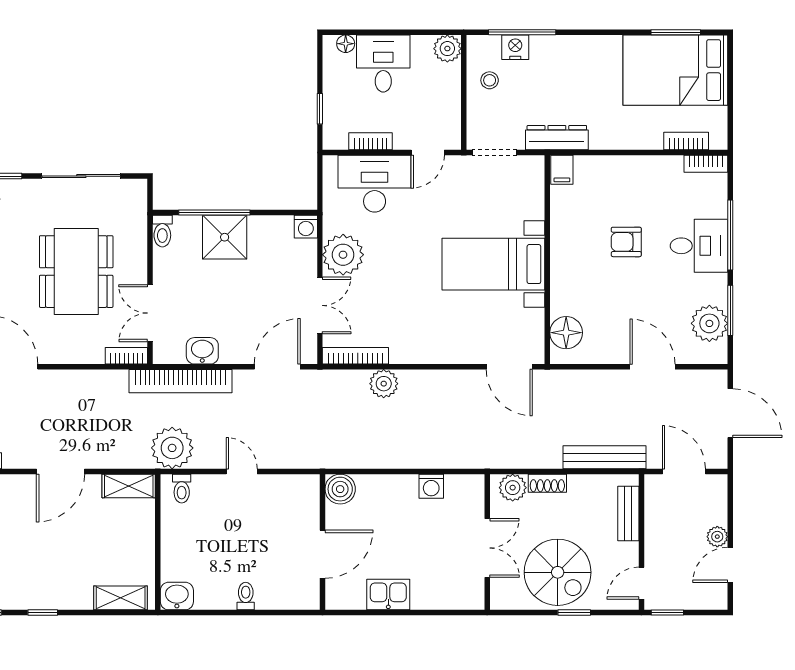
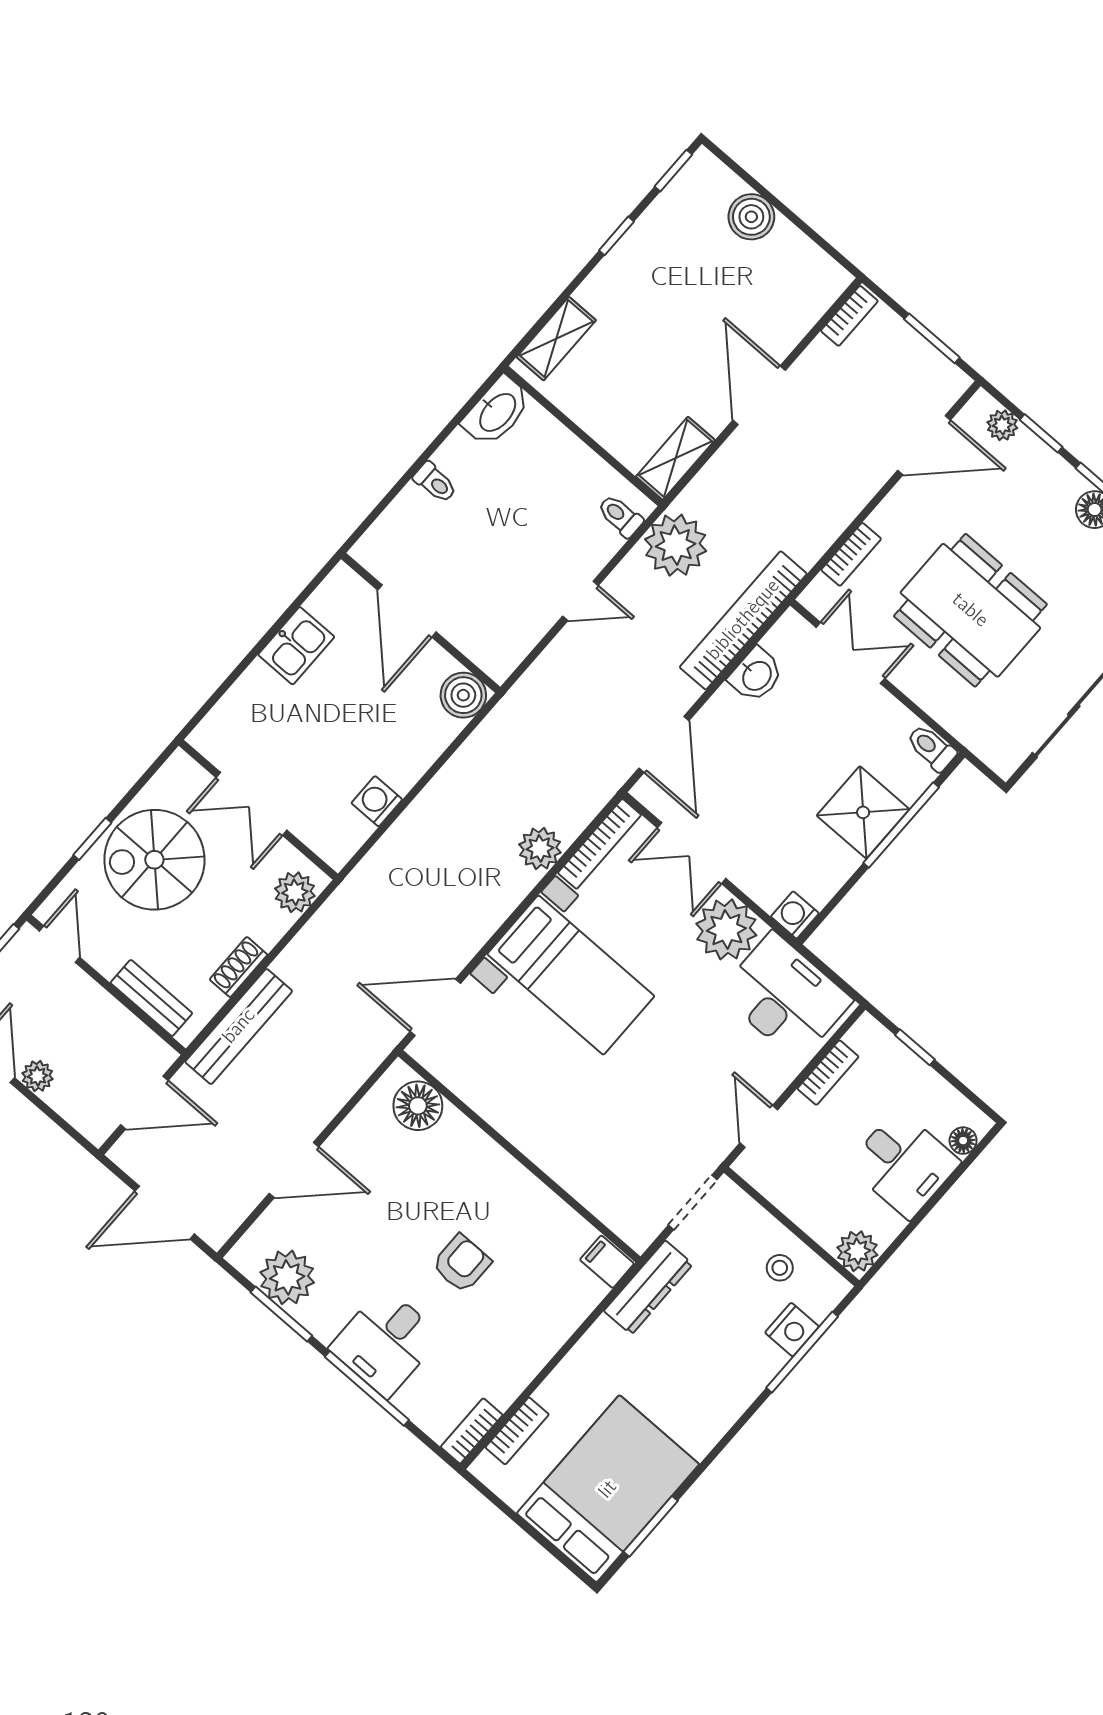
desk: (375, 184) -> (785, 997), moved, turned -90
bed with nightstands: (493, 264) -> (571, 975), moved, turned 90
bookcase: (126, 356) -> (851, 554), moved
shoe rack: (547, 483) -> (239, 967), moved
washbasin: (177, 596) -> (497, 412), width x1.38

